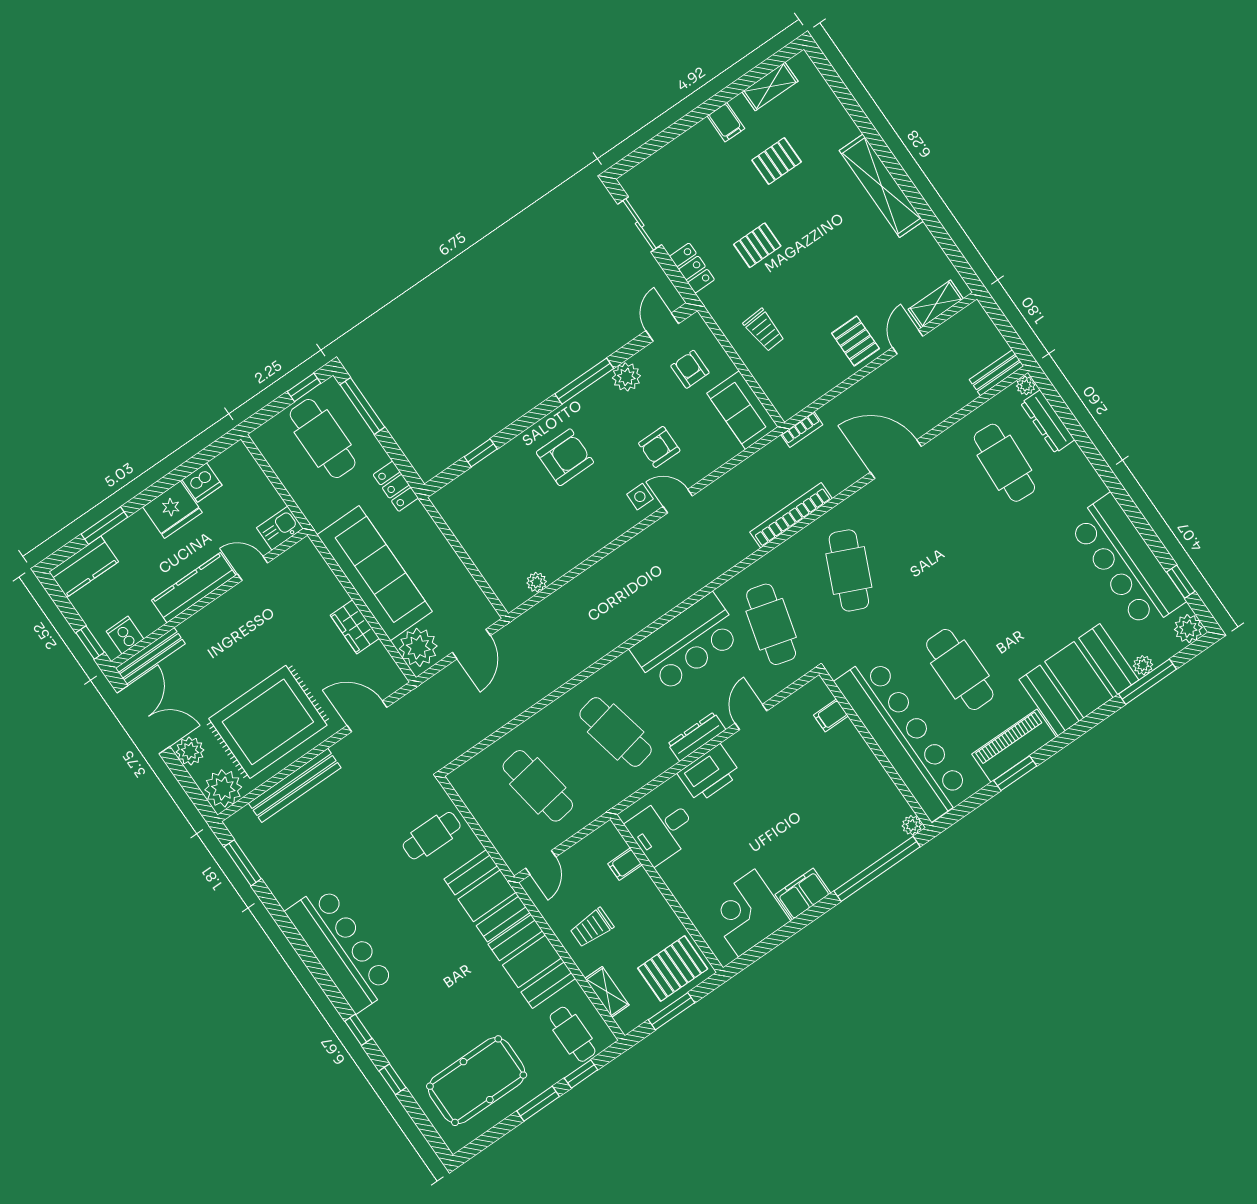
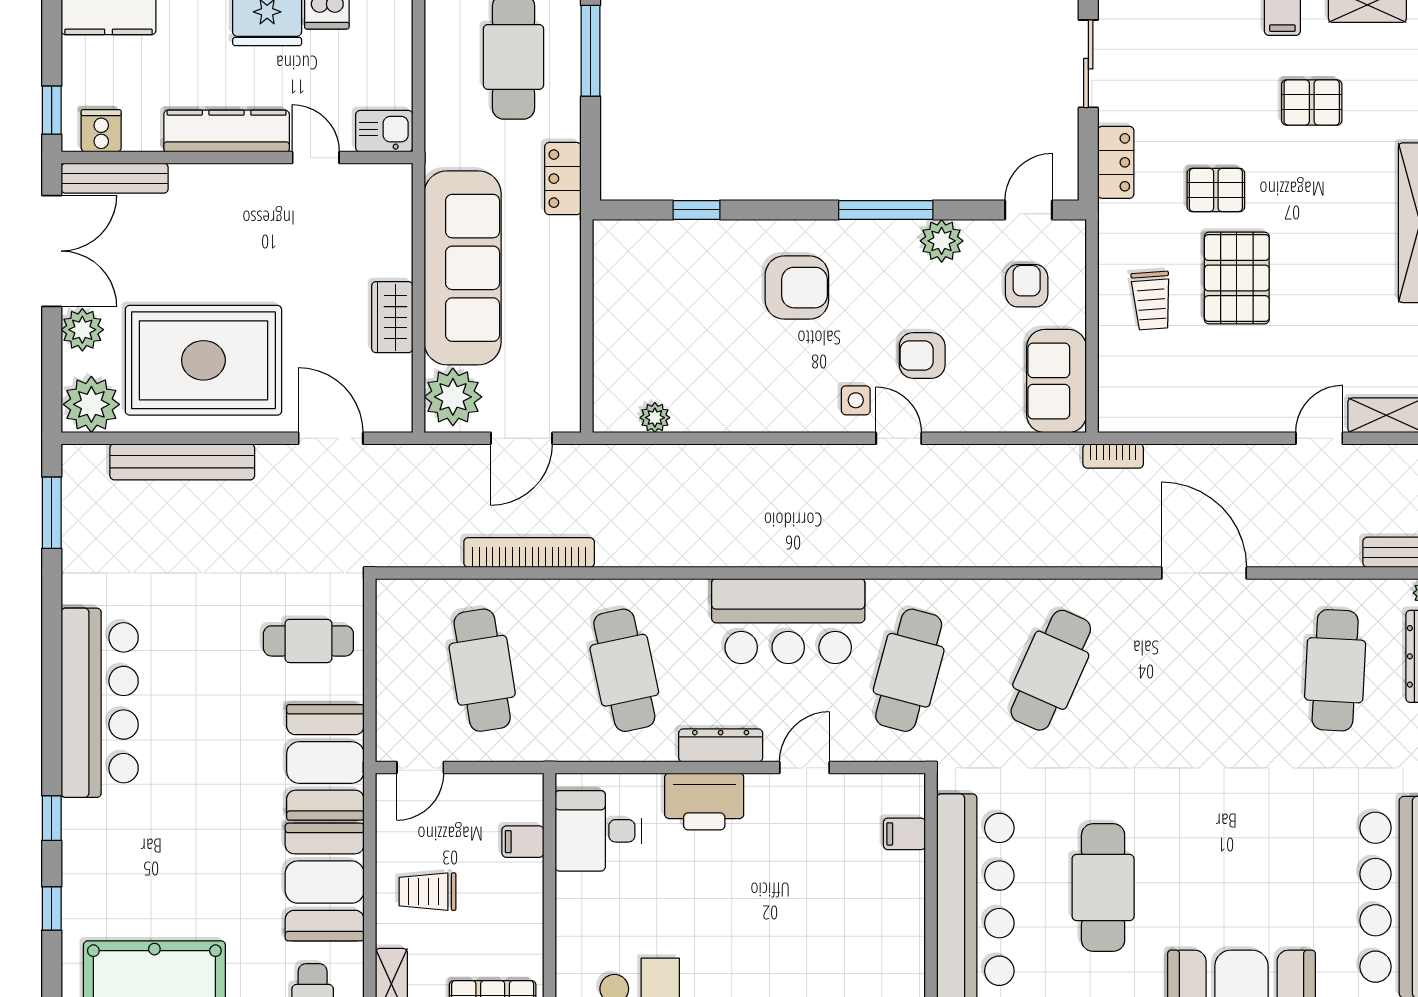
pallet: (855, 341) -> (1237, 278), moved, width x1.50, depth x1.42
bookcase: (791, 515) -> (529, 552), moved

